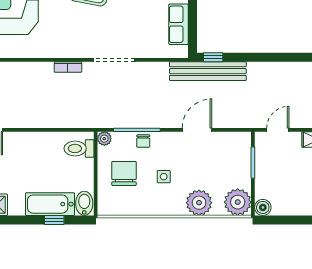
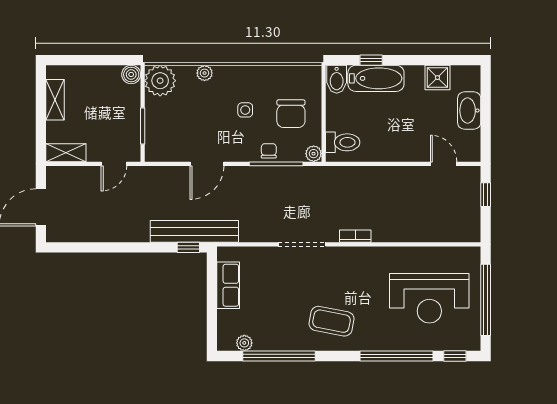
plant: (199, 203) -> (205, 73), width x0.53, depth x0.53

